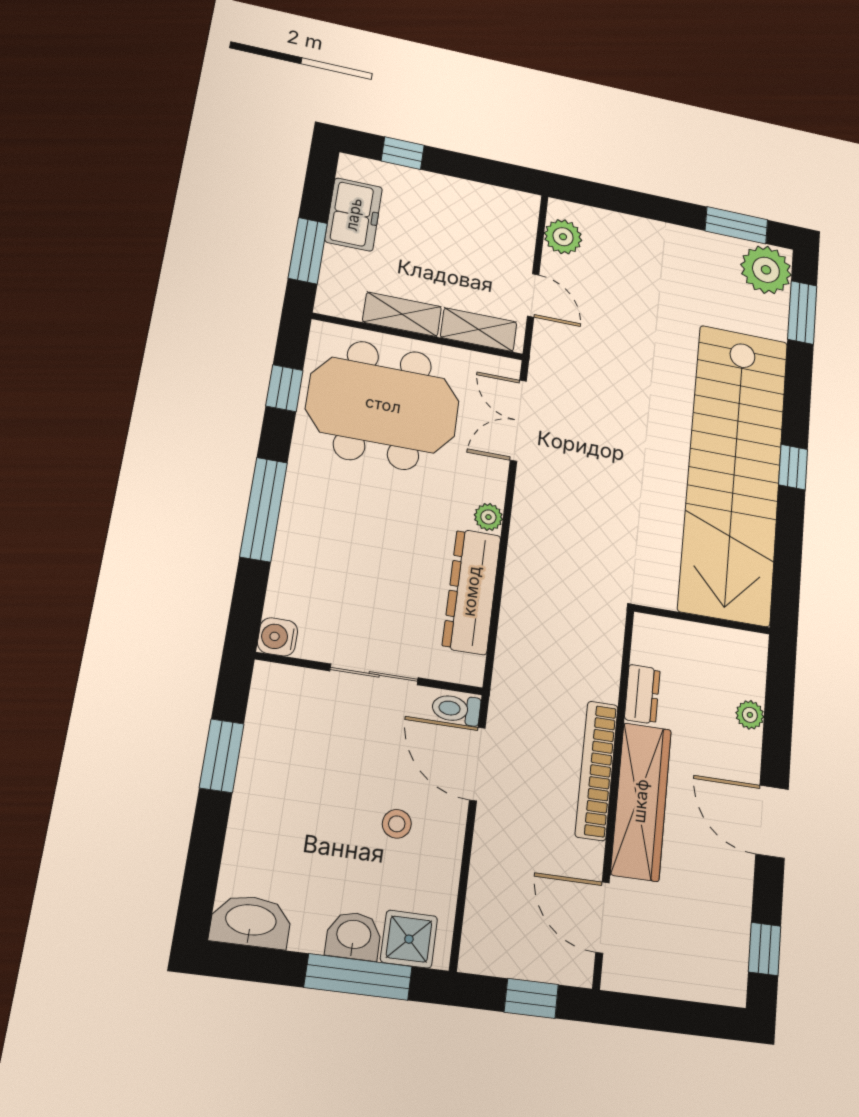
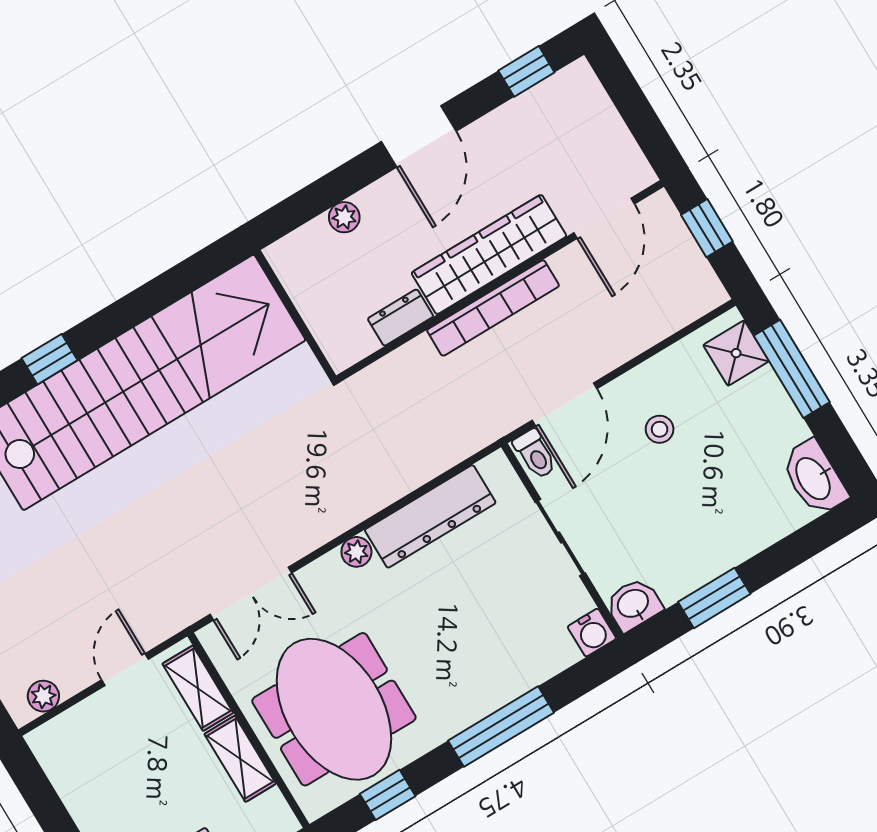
plant: (563, 237) -> (43, 696), width x0.73, depth x0.73
window: (793, 467) -> (49, 359), moved
washbasin: (354, 936) -> (634, 604), moved, turned 90

